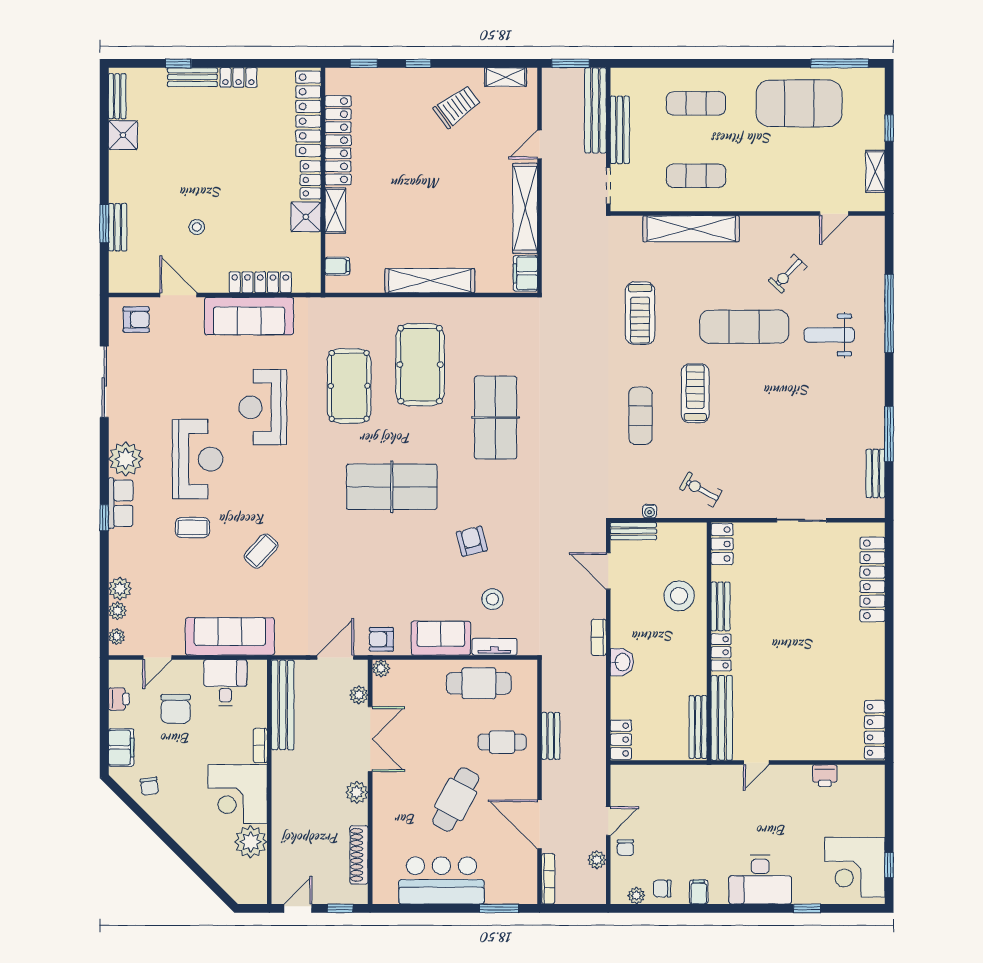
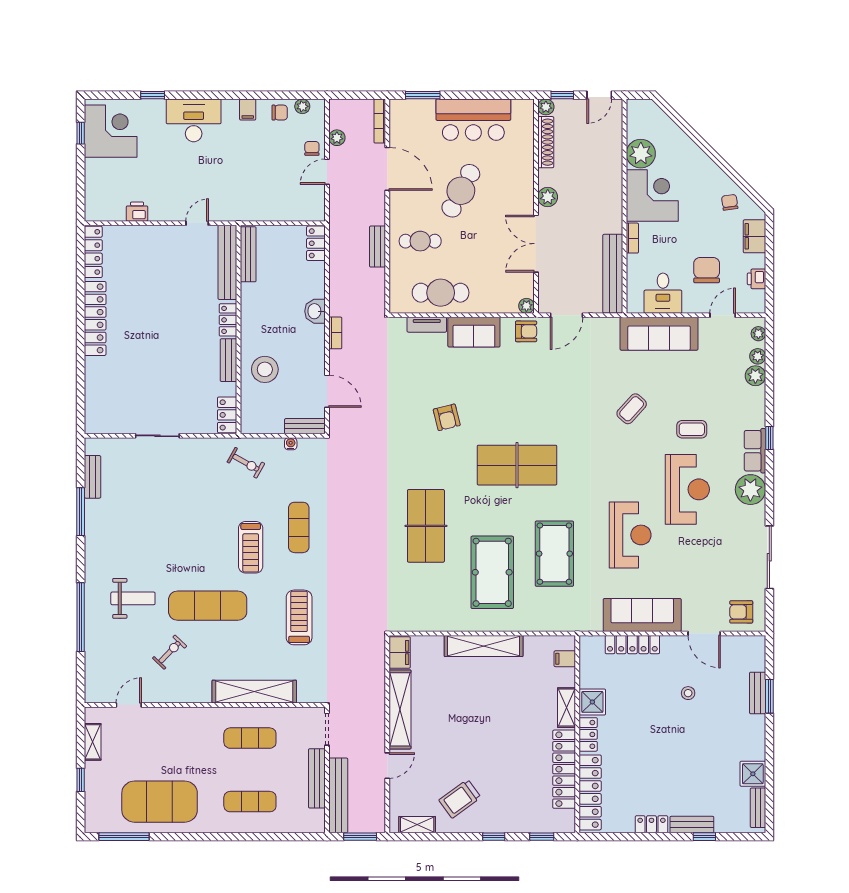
reception desk: (198, 459) -> (687, 489), turned 180
locker: (873, 579) -> (95, 318), moved
stool: (492, 599) -> (429, 367), removed
plant: (359, 695) -> (546, 107), moved

